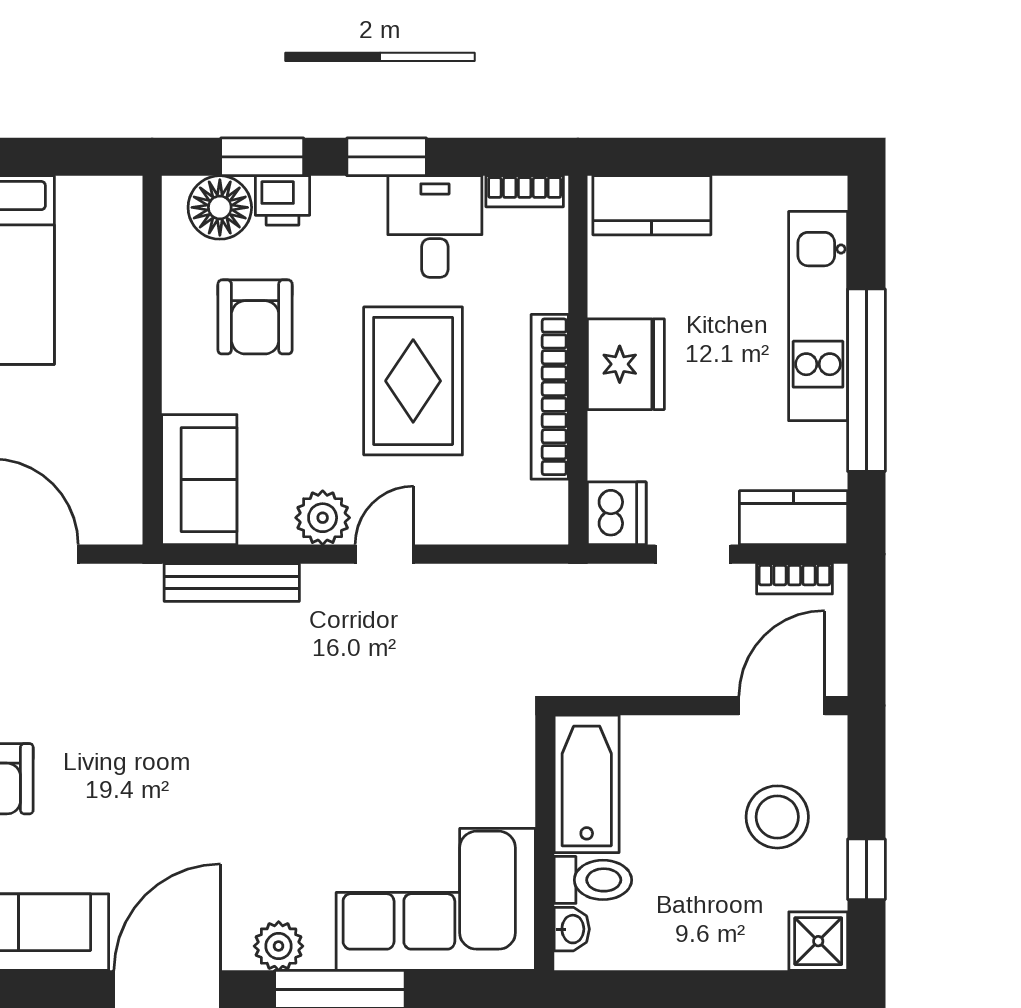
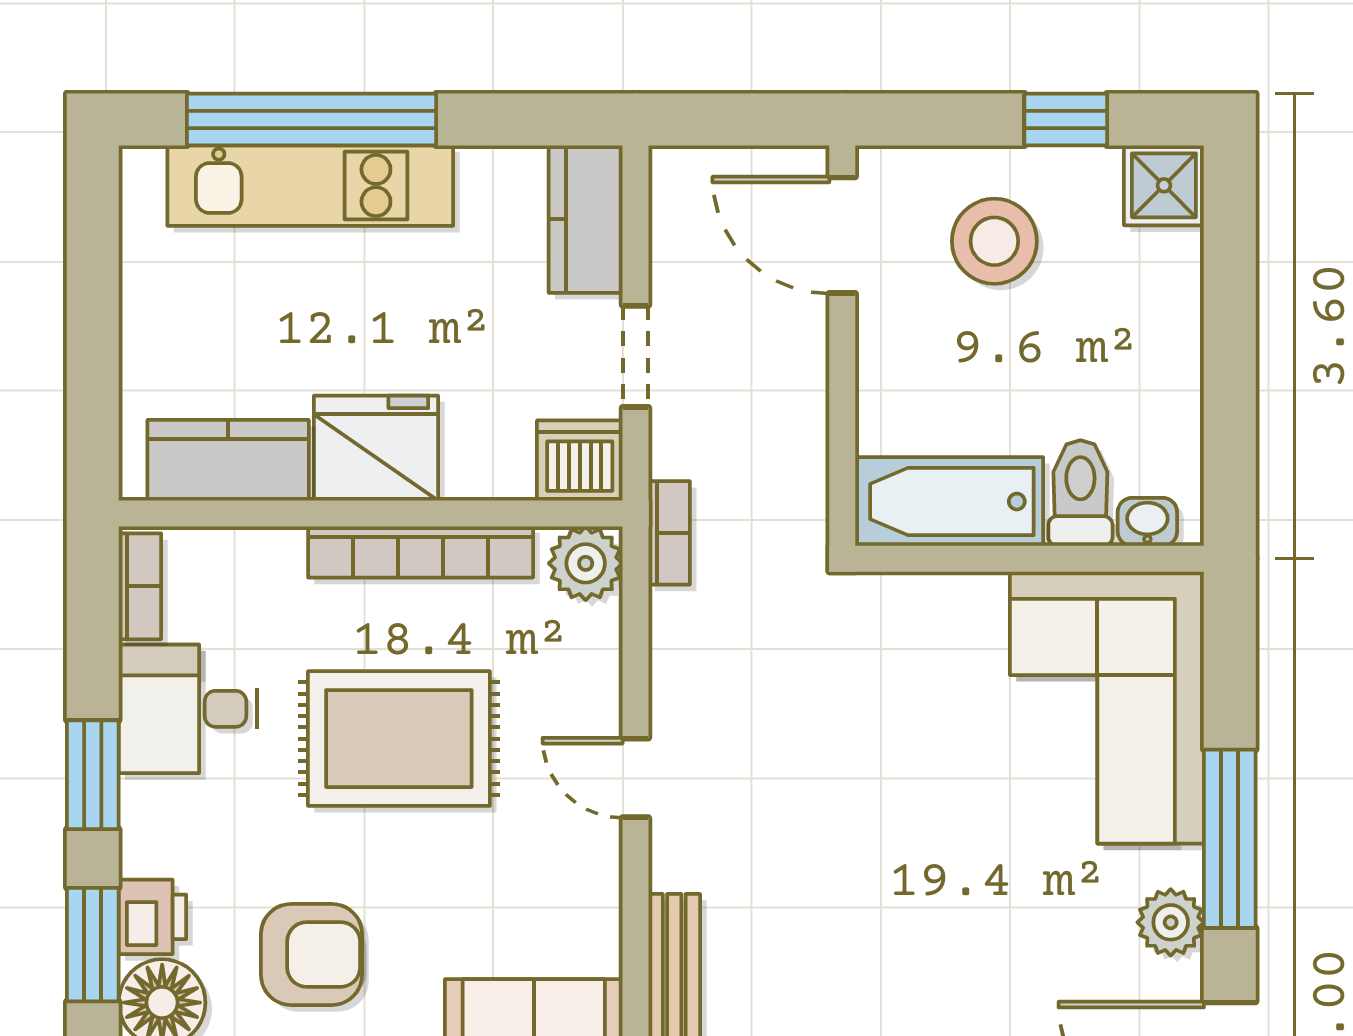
kitchen counter: (652, 205) -> (228, 460), moved, turned -90
window: (866, 380) -> (312, 119), moved
plant: (323, 518) -> (586, 563), moved
bookcase: (794, 579) -> (669, 533), moved

